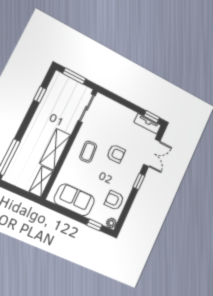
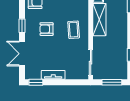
tv unit: (148, 124) -> (53, 75), moved
armchair: (116, 154) -> (47, 29), moved

